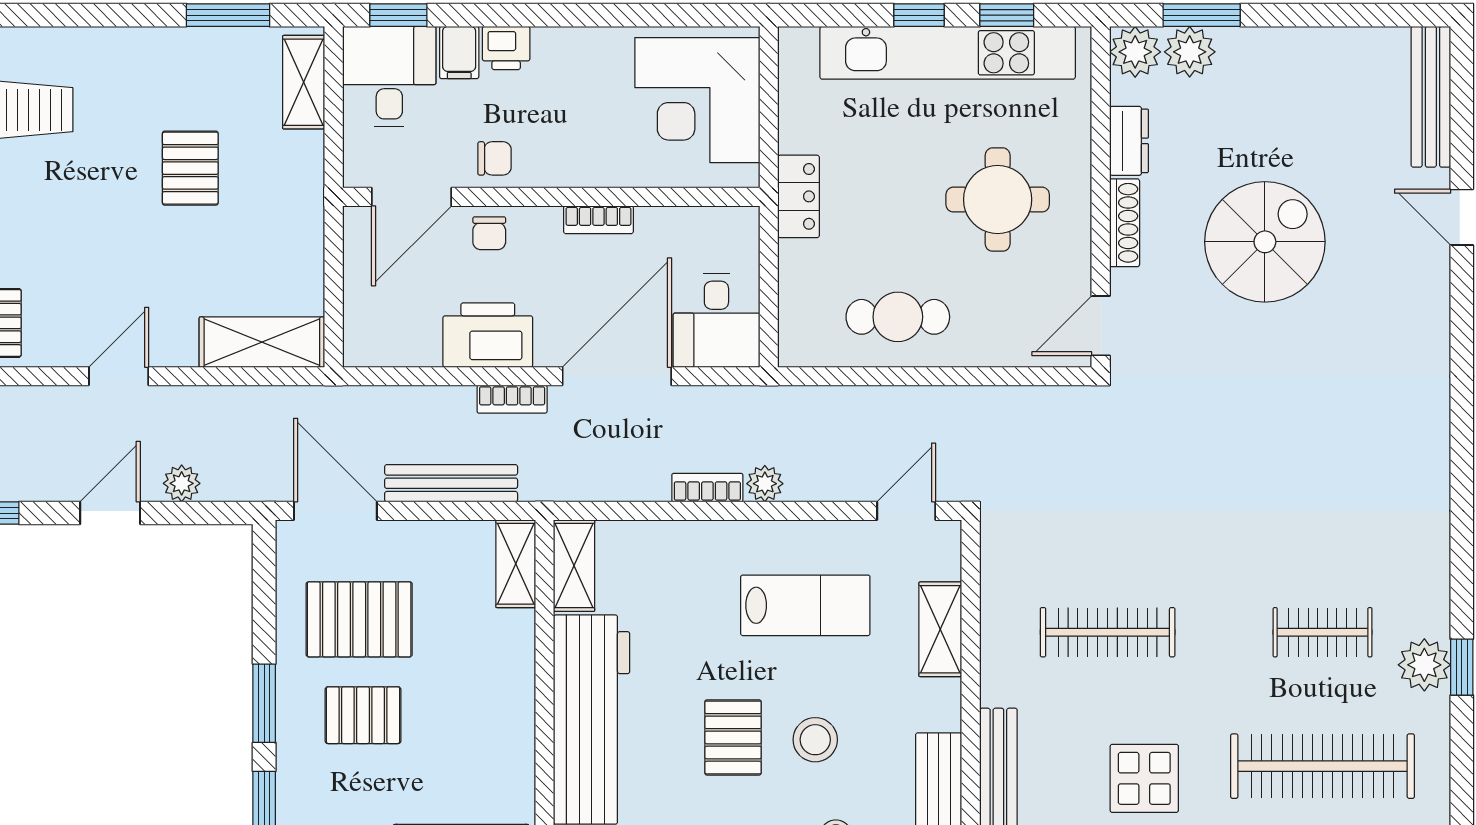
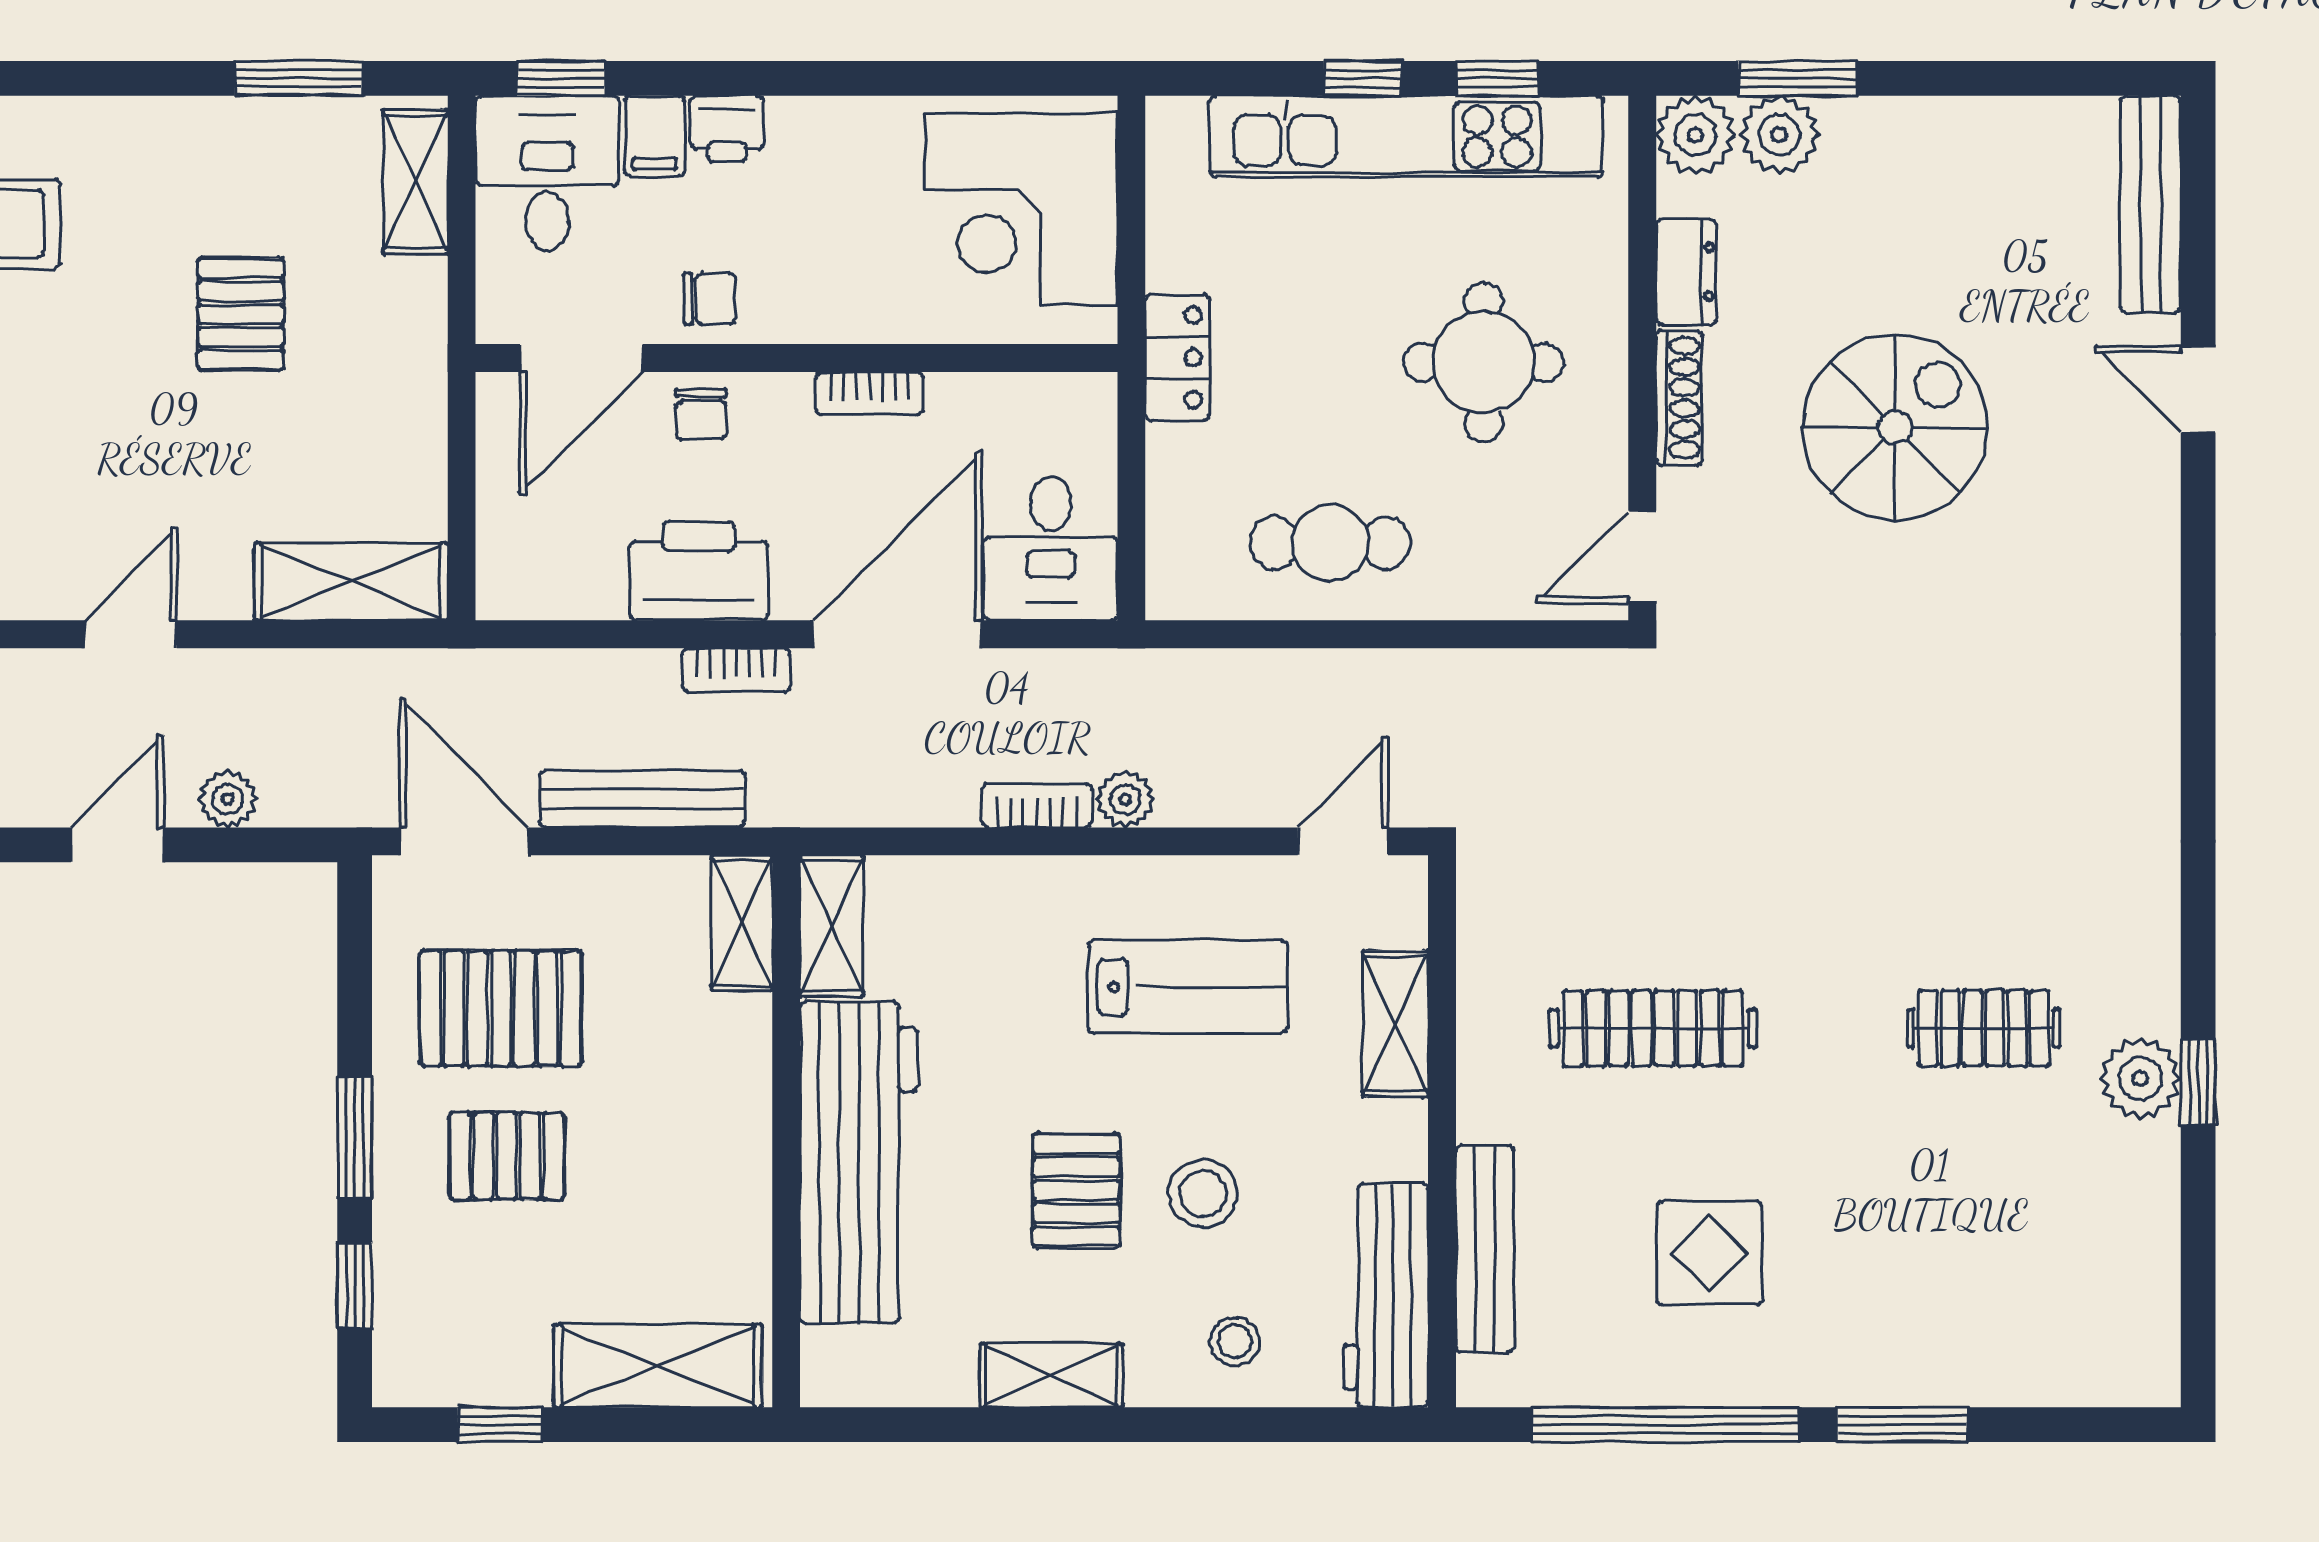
clothes rail: (1323, 766) -> (1984, 1234), removed

